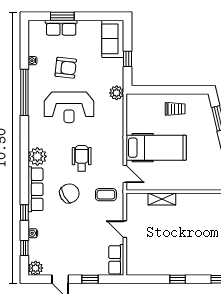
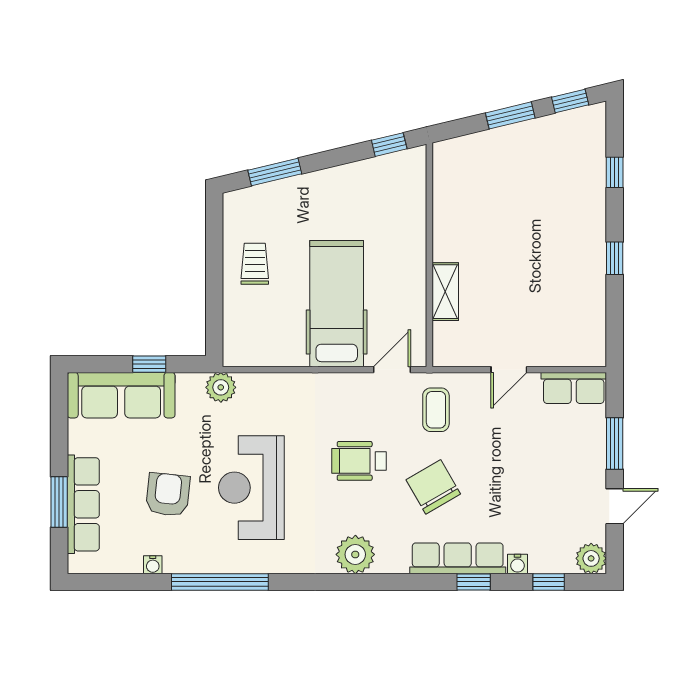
row of seats: (61, 28) -> (83, 504), width x1.48
sofa: (113, 39) -> (121, 395), width x1.36
reception desk: (69, 107) -> (251, 488), turned 180
row of seats: (36, 189) -> (458, 558), moved
window: (90, 279) -> (615, 443), width x1.50

